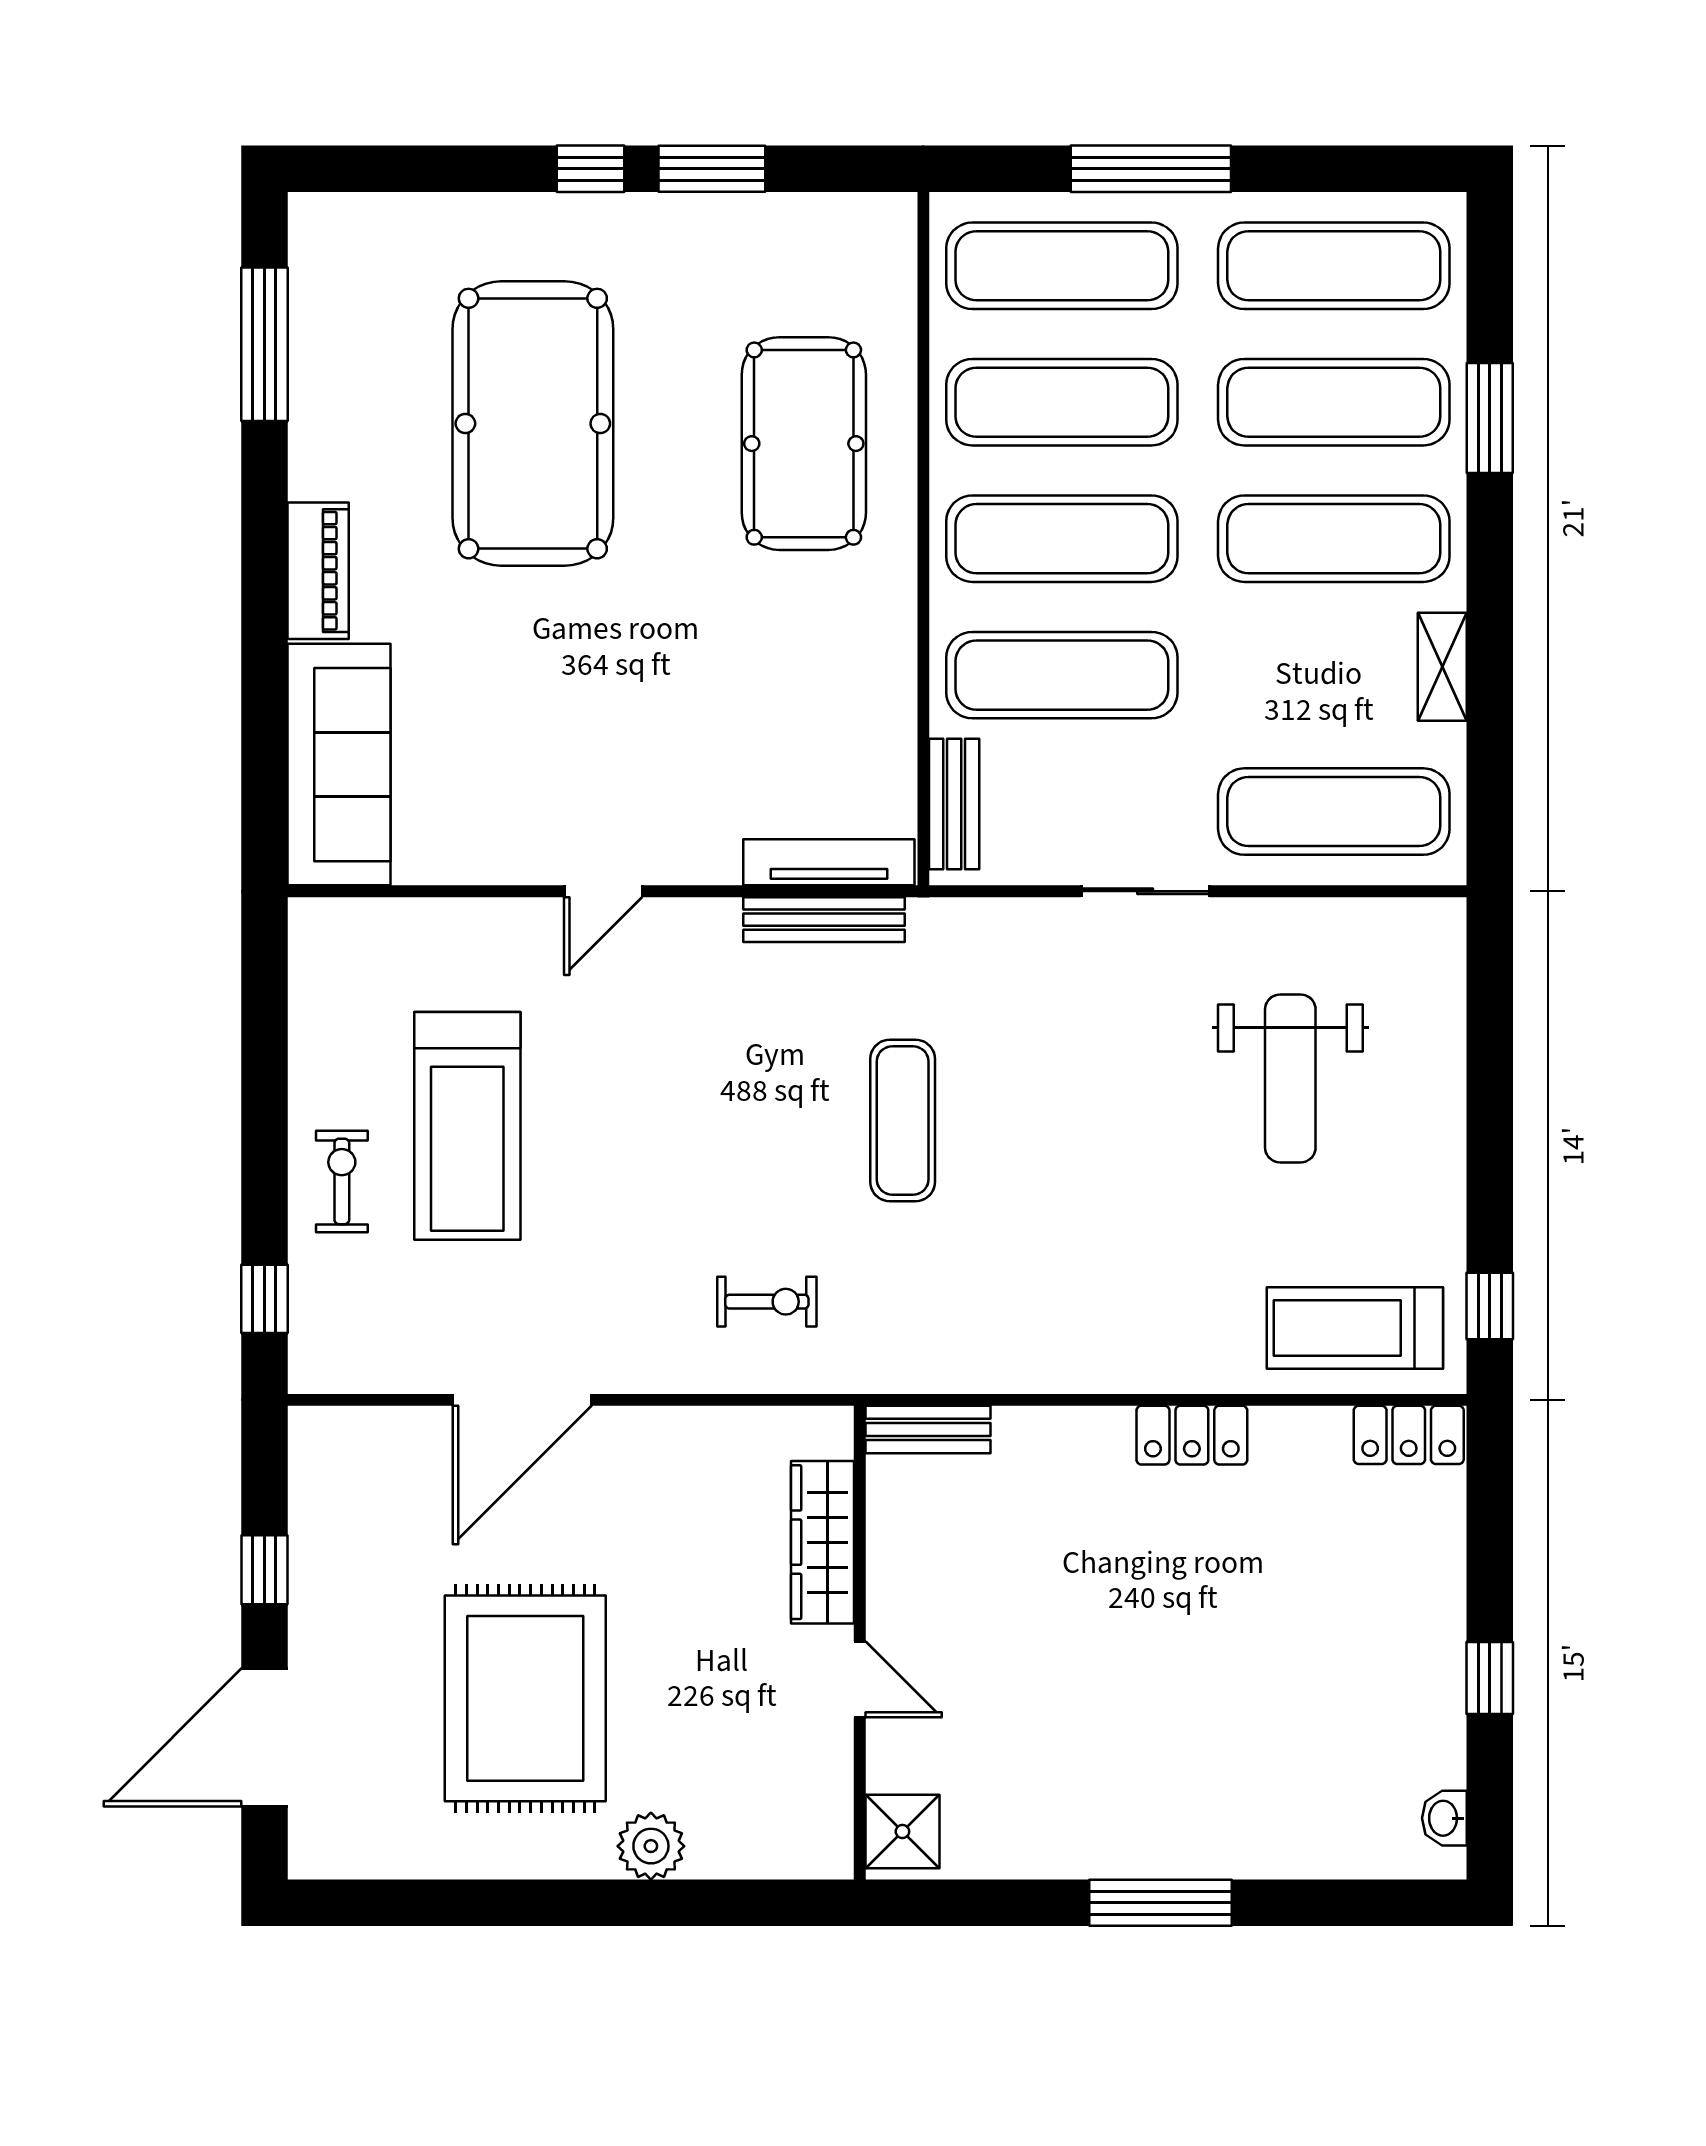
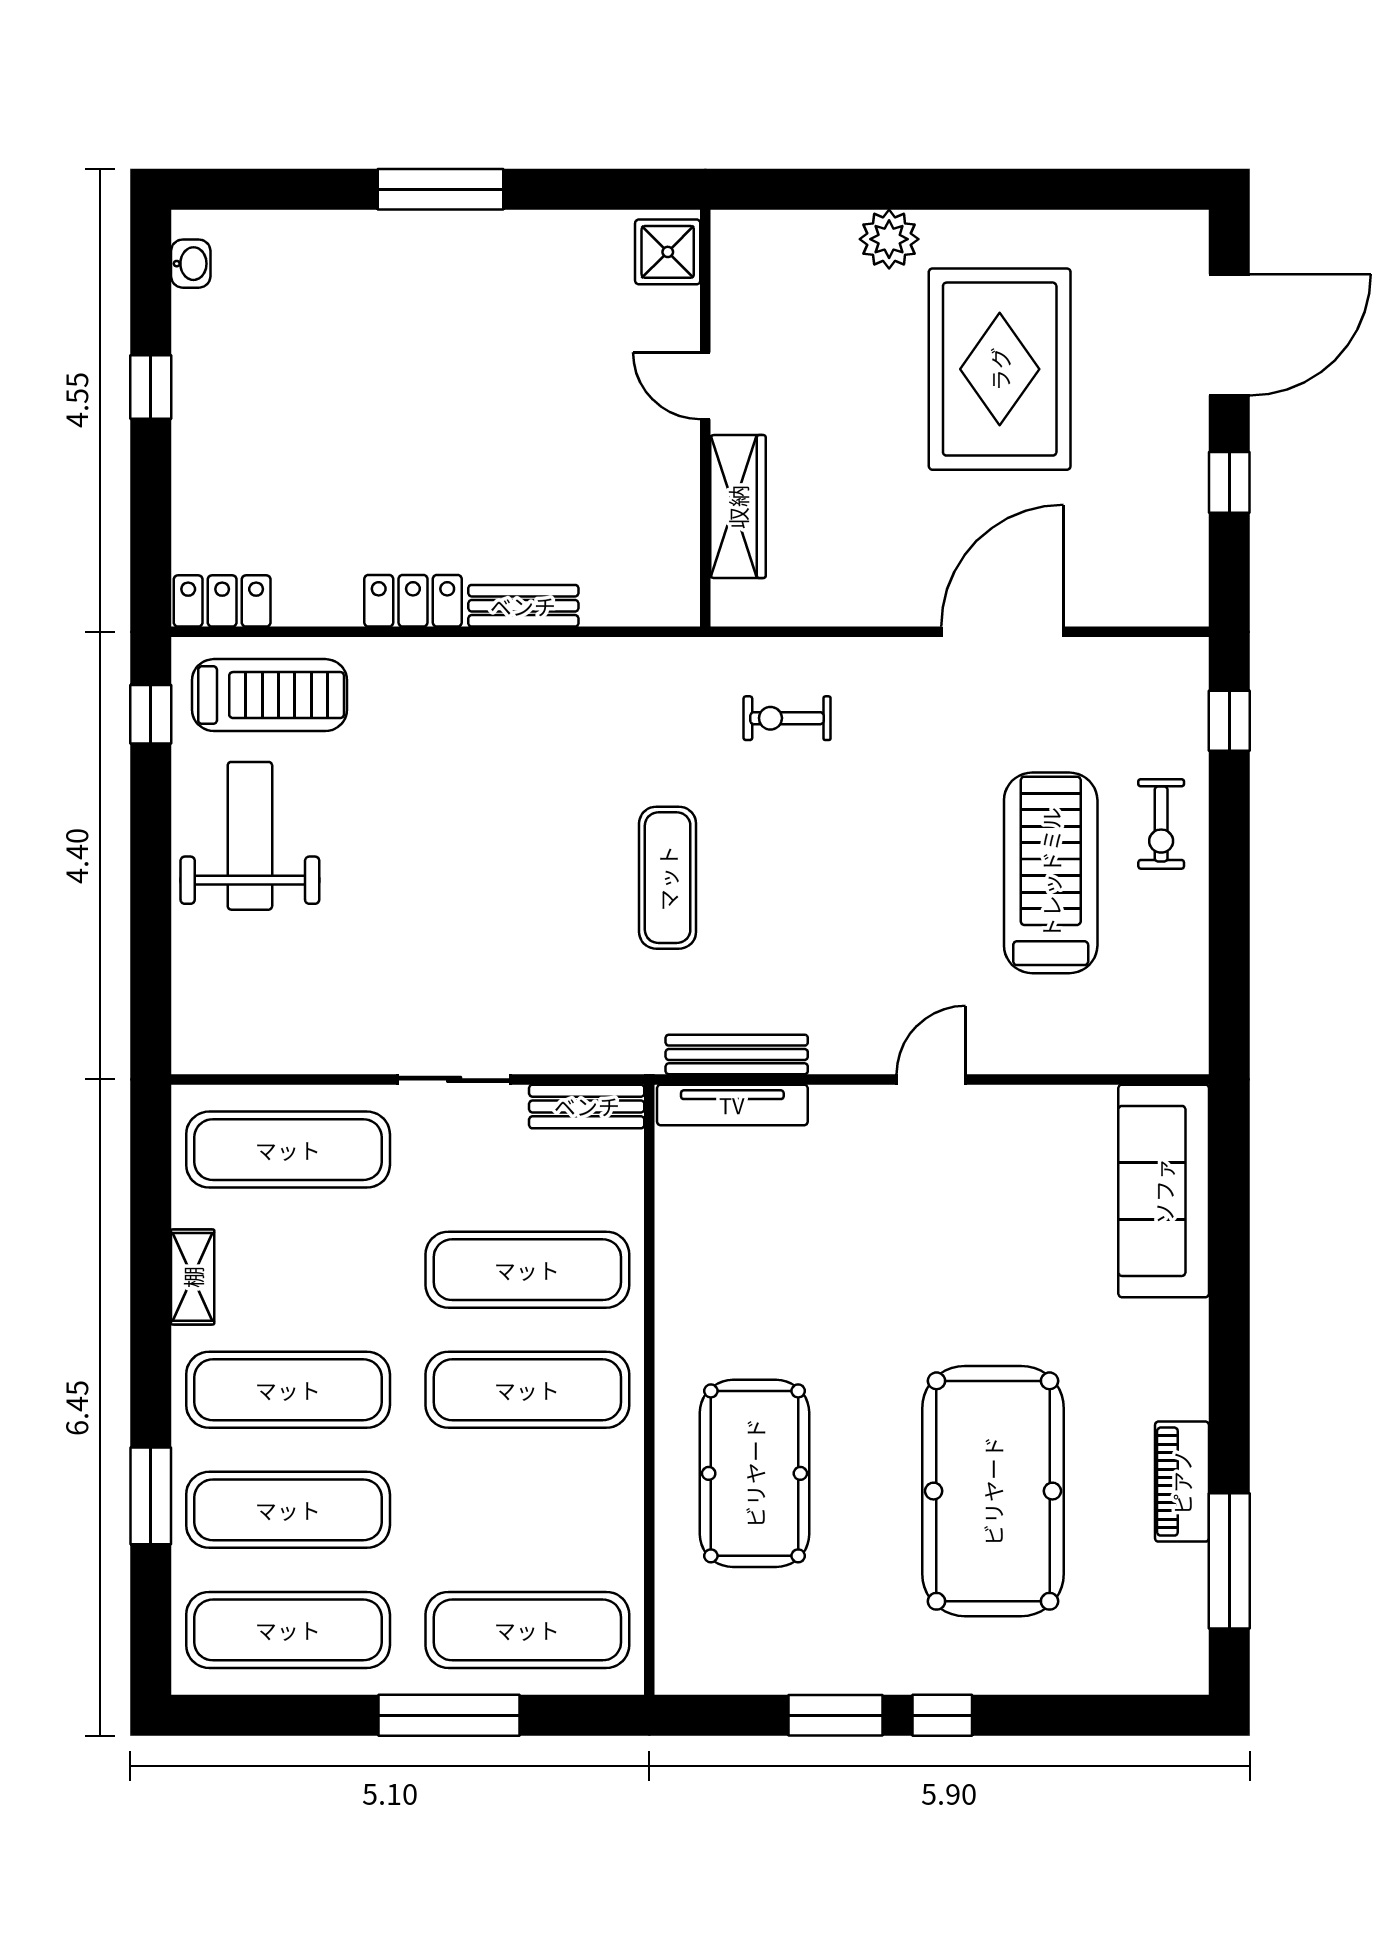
exercise mat: (1062, 402) -> (527, 1510), removed
piano: (318, 571) -> (1182, 1482), moved
bench: (954, 804) -> (587, 1106), moved, turned 90
weight bench: (1290, 1078) -> (250, 836), moved
bench: (928, 1429) -> (523, 606), moved

